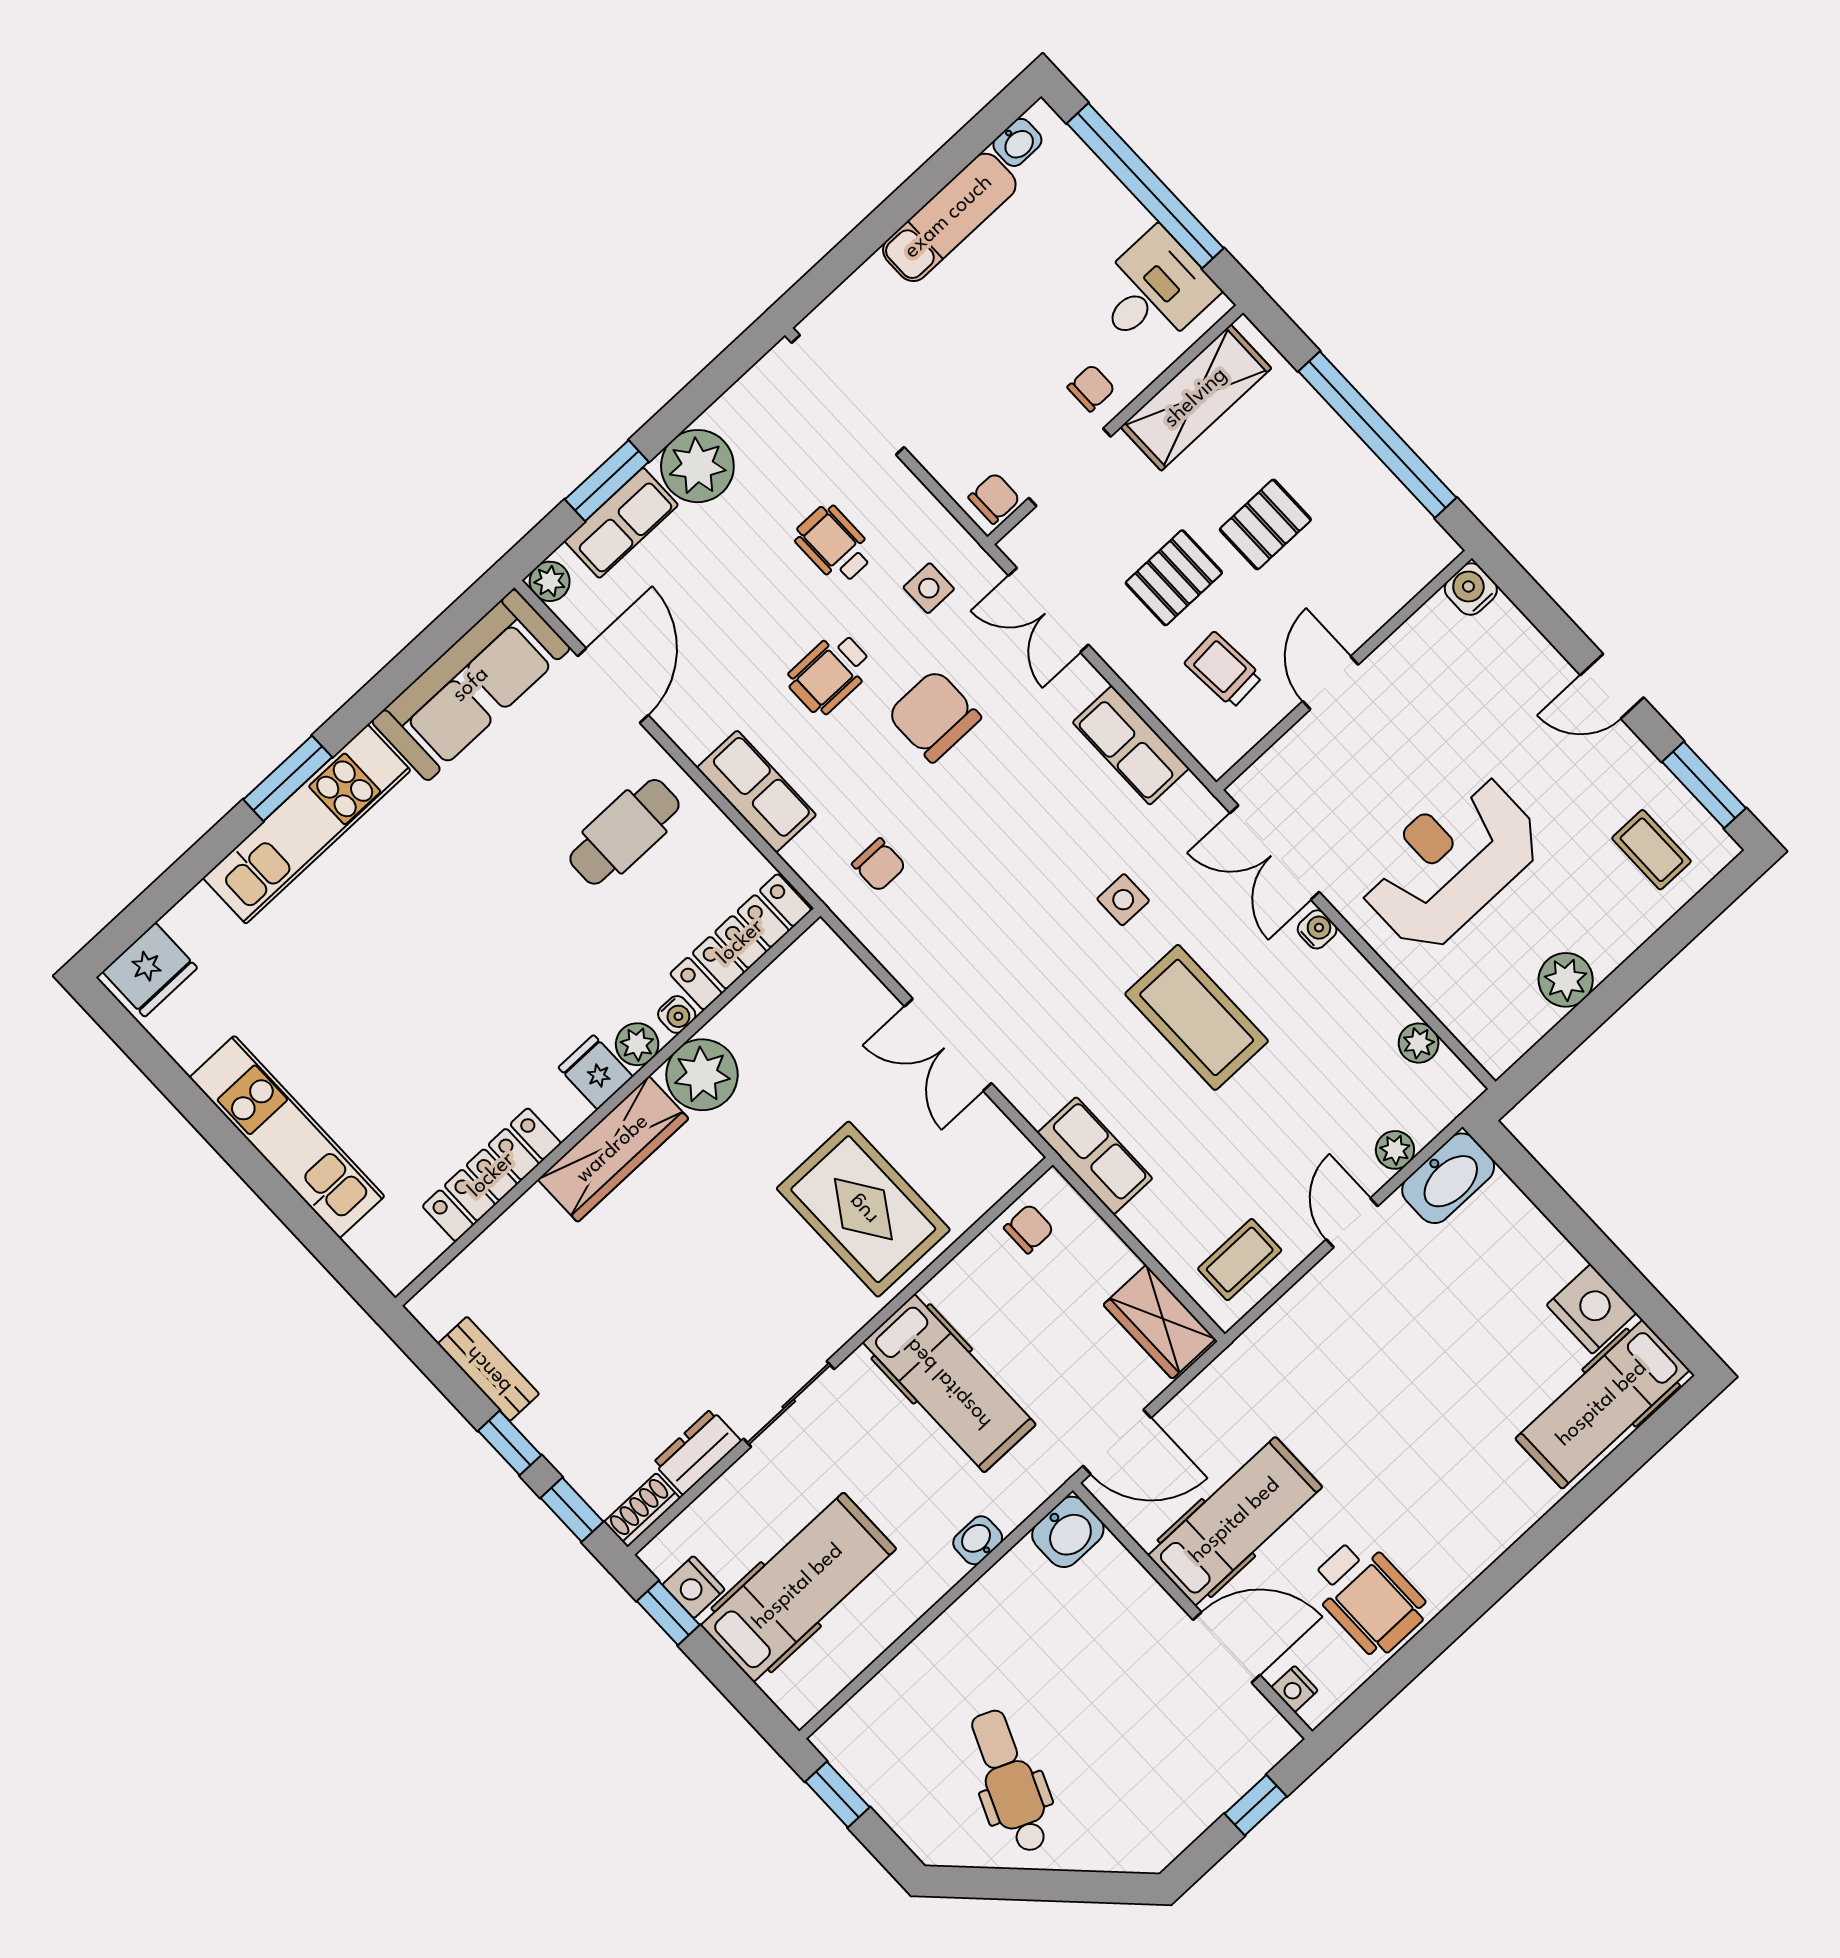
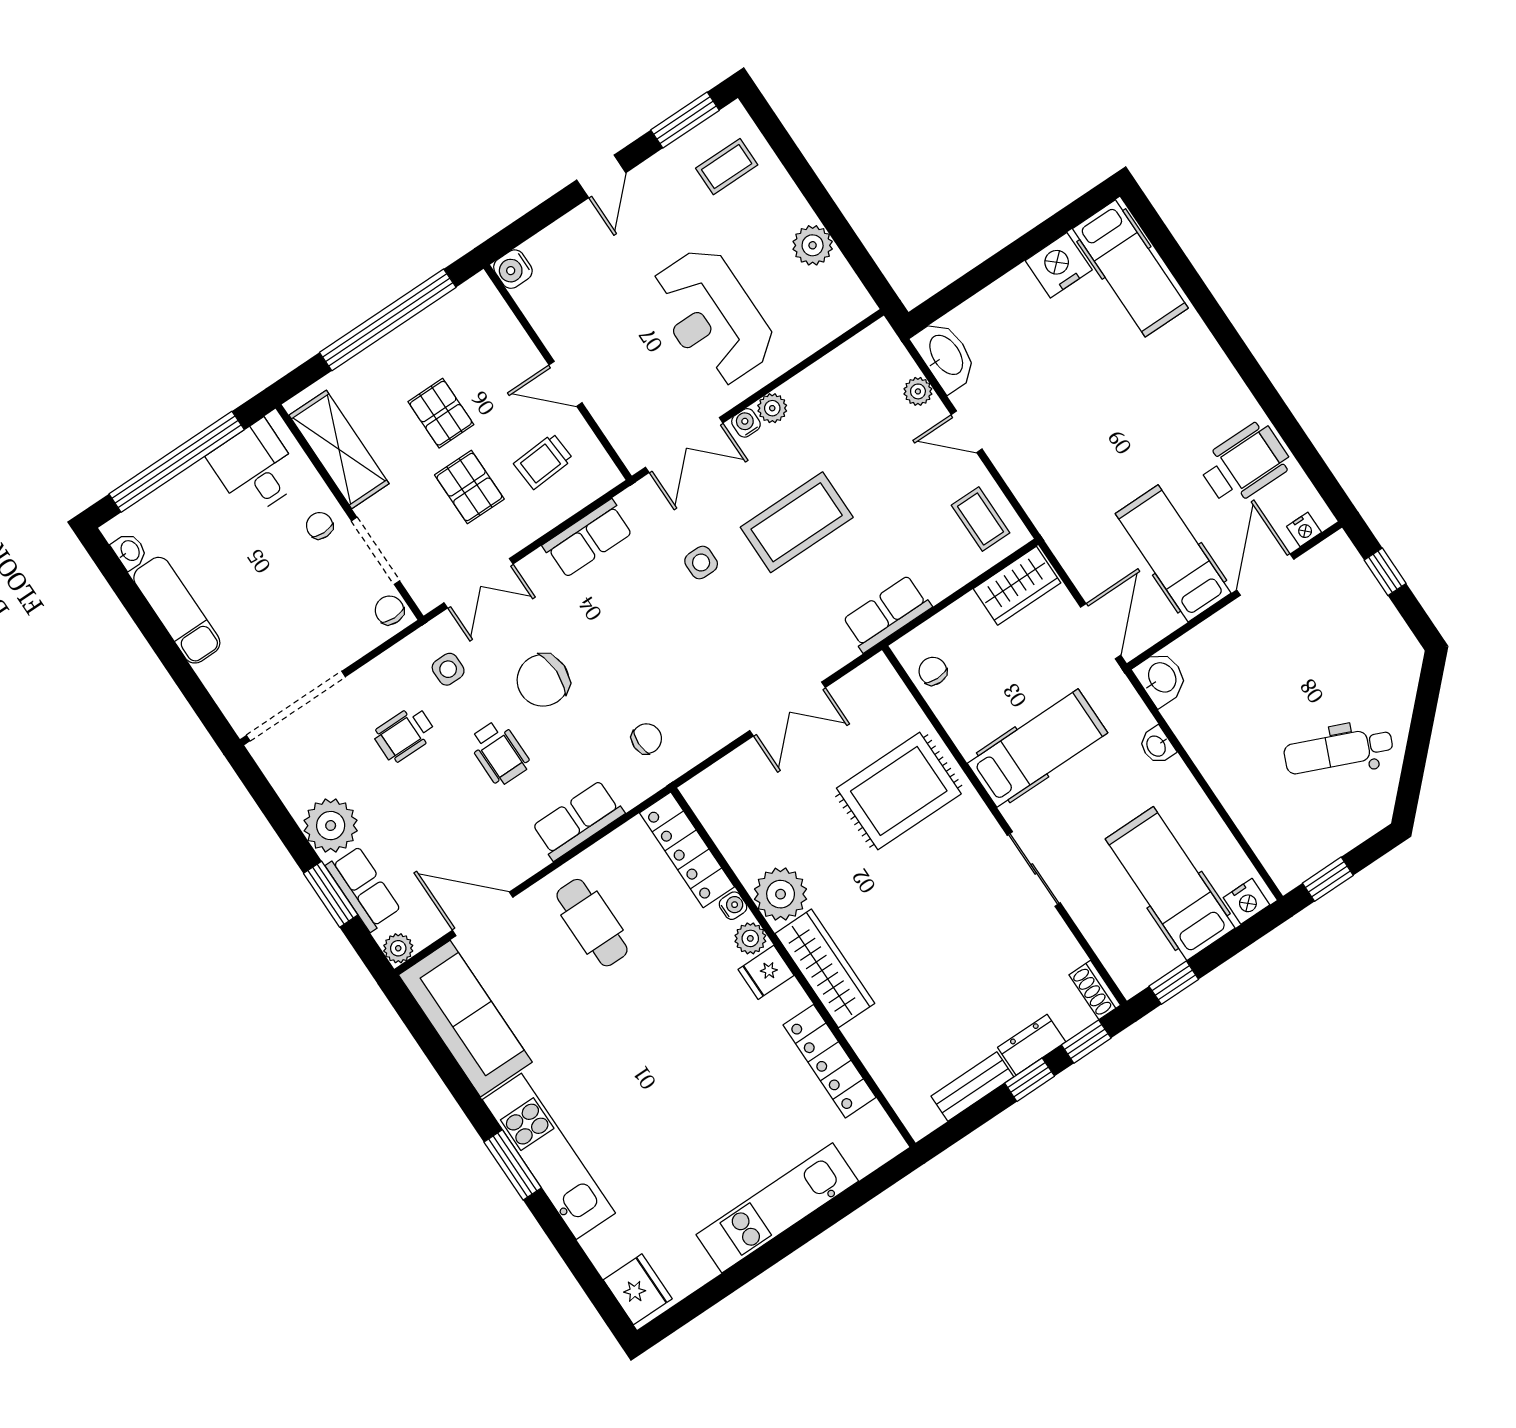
plant: (1419, 1043) -> (772, 408), moved
dresser: (697, 1452) -> (1032, 1045), moved, turned 90
nightstand: (694, 1587) -> (1247, 901), moved

